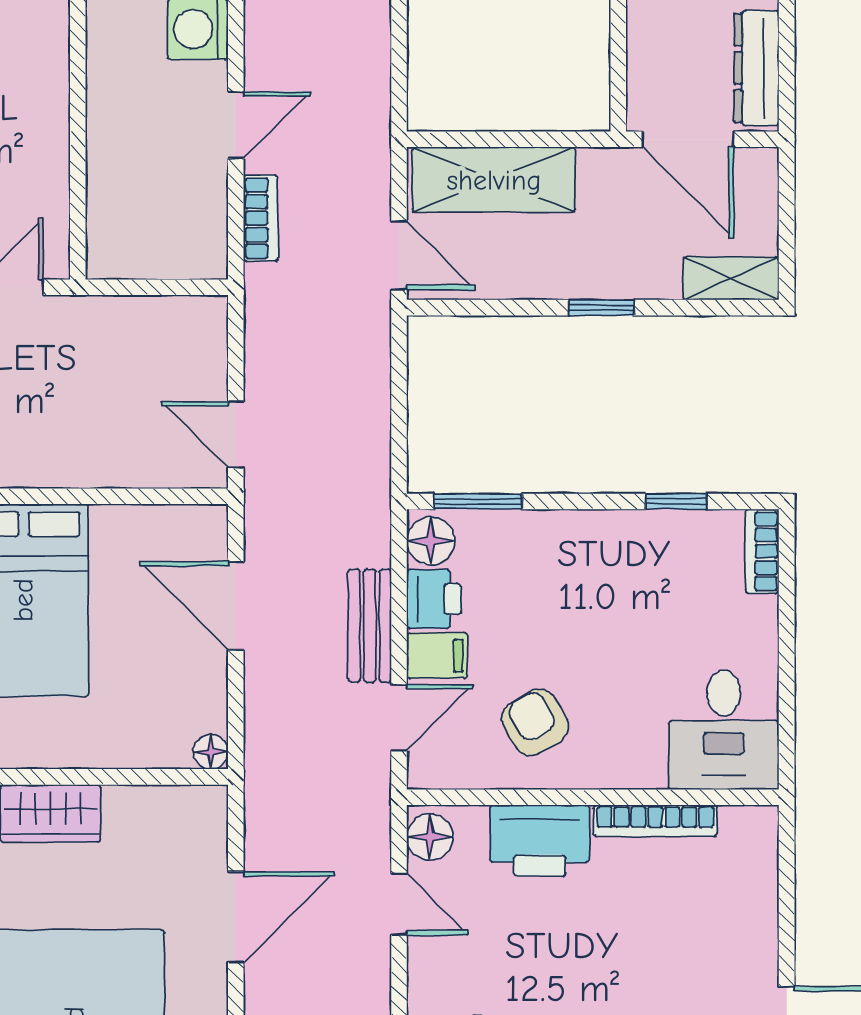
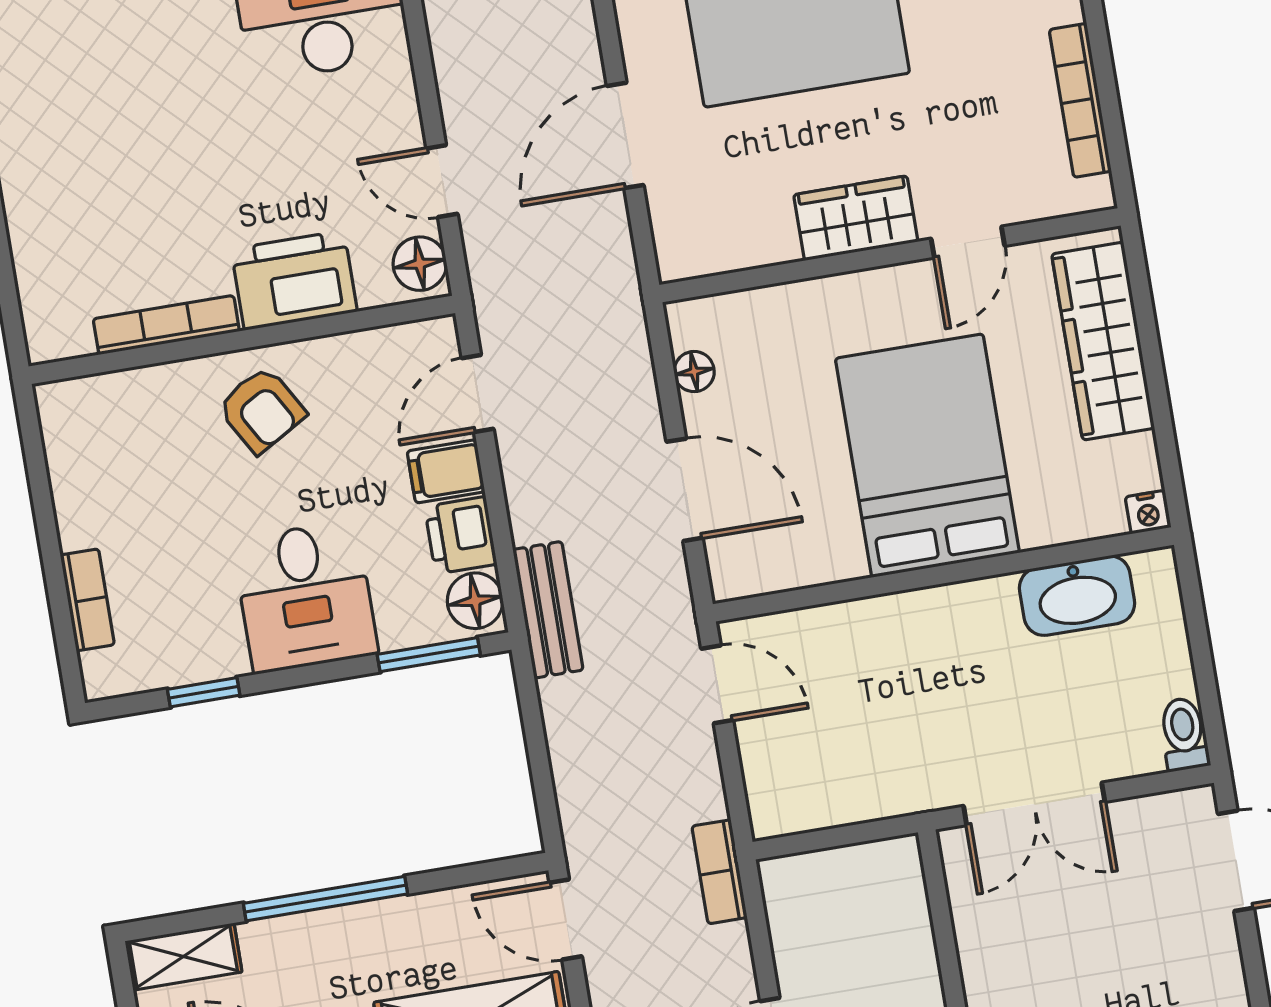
bookcase: (261, 218) -> (719, 872), moved
window: (601, 308) -> (325, 899), width x2.17
bookcase: (762, 551) -> (87, 600), moved
bench: (370, 626) -> (548, 610), moved
armchair: (535, 722) -> (262, 410), moved
desk: (724, 730) -> (305, 597), moved, turned 180
floor lamp: (211, 752) -> (694, 372), moved

